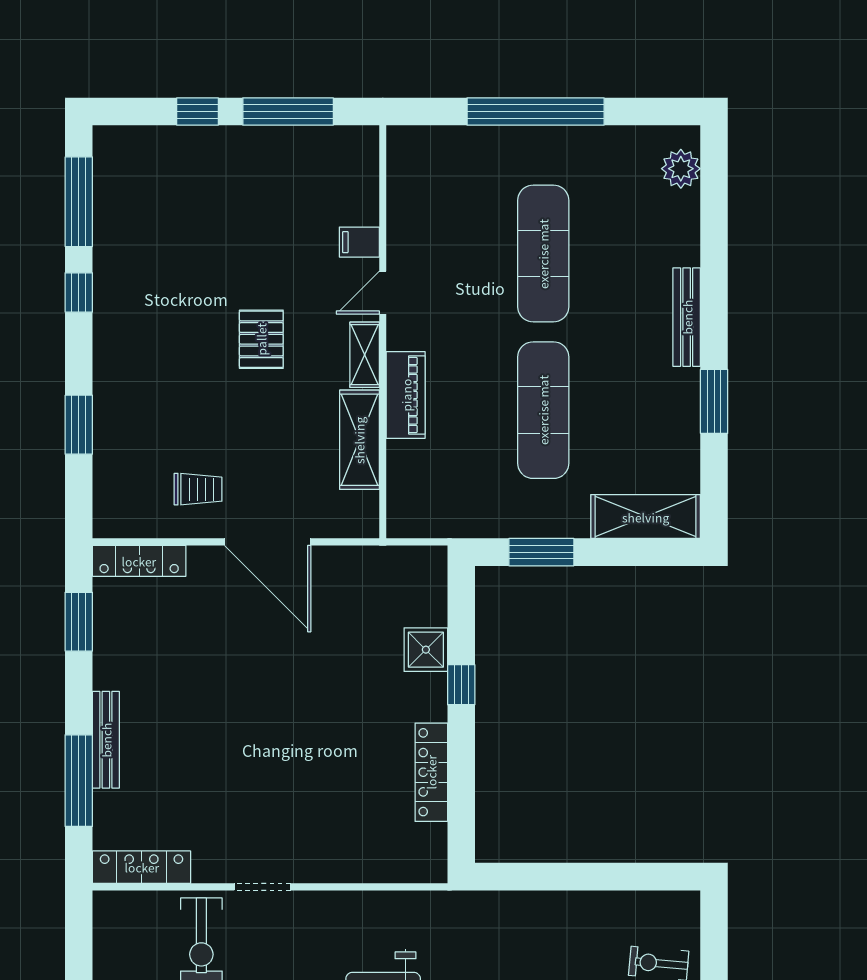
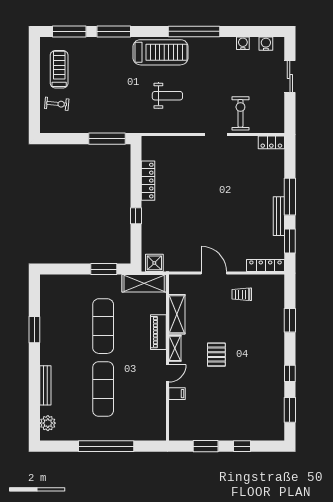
window: (288, 112) -> (206, 446), width x0.69
window: (79, 202) -> (290, 410), width x0.69
bench: (687, 317) -> (45, 385), moved
shelving: (646, 517) -> (144, 283), moved
door: (268, 542) -> (214, 273), width x0.73
shower: (426, 650) -> (154, 263), moved
bench: (106, 740) -> (279, 216), moved
window: (79, 781) -> (290, 197), moved
locker: (142, 867) -> (271, 142), width x0.66
window: (533, 877) -> (107, 139), added

